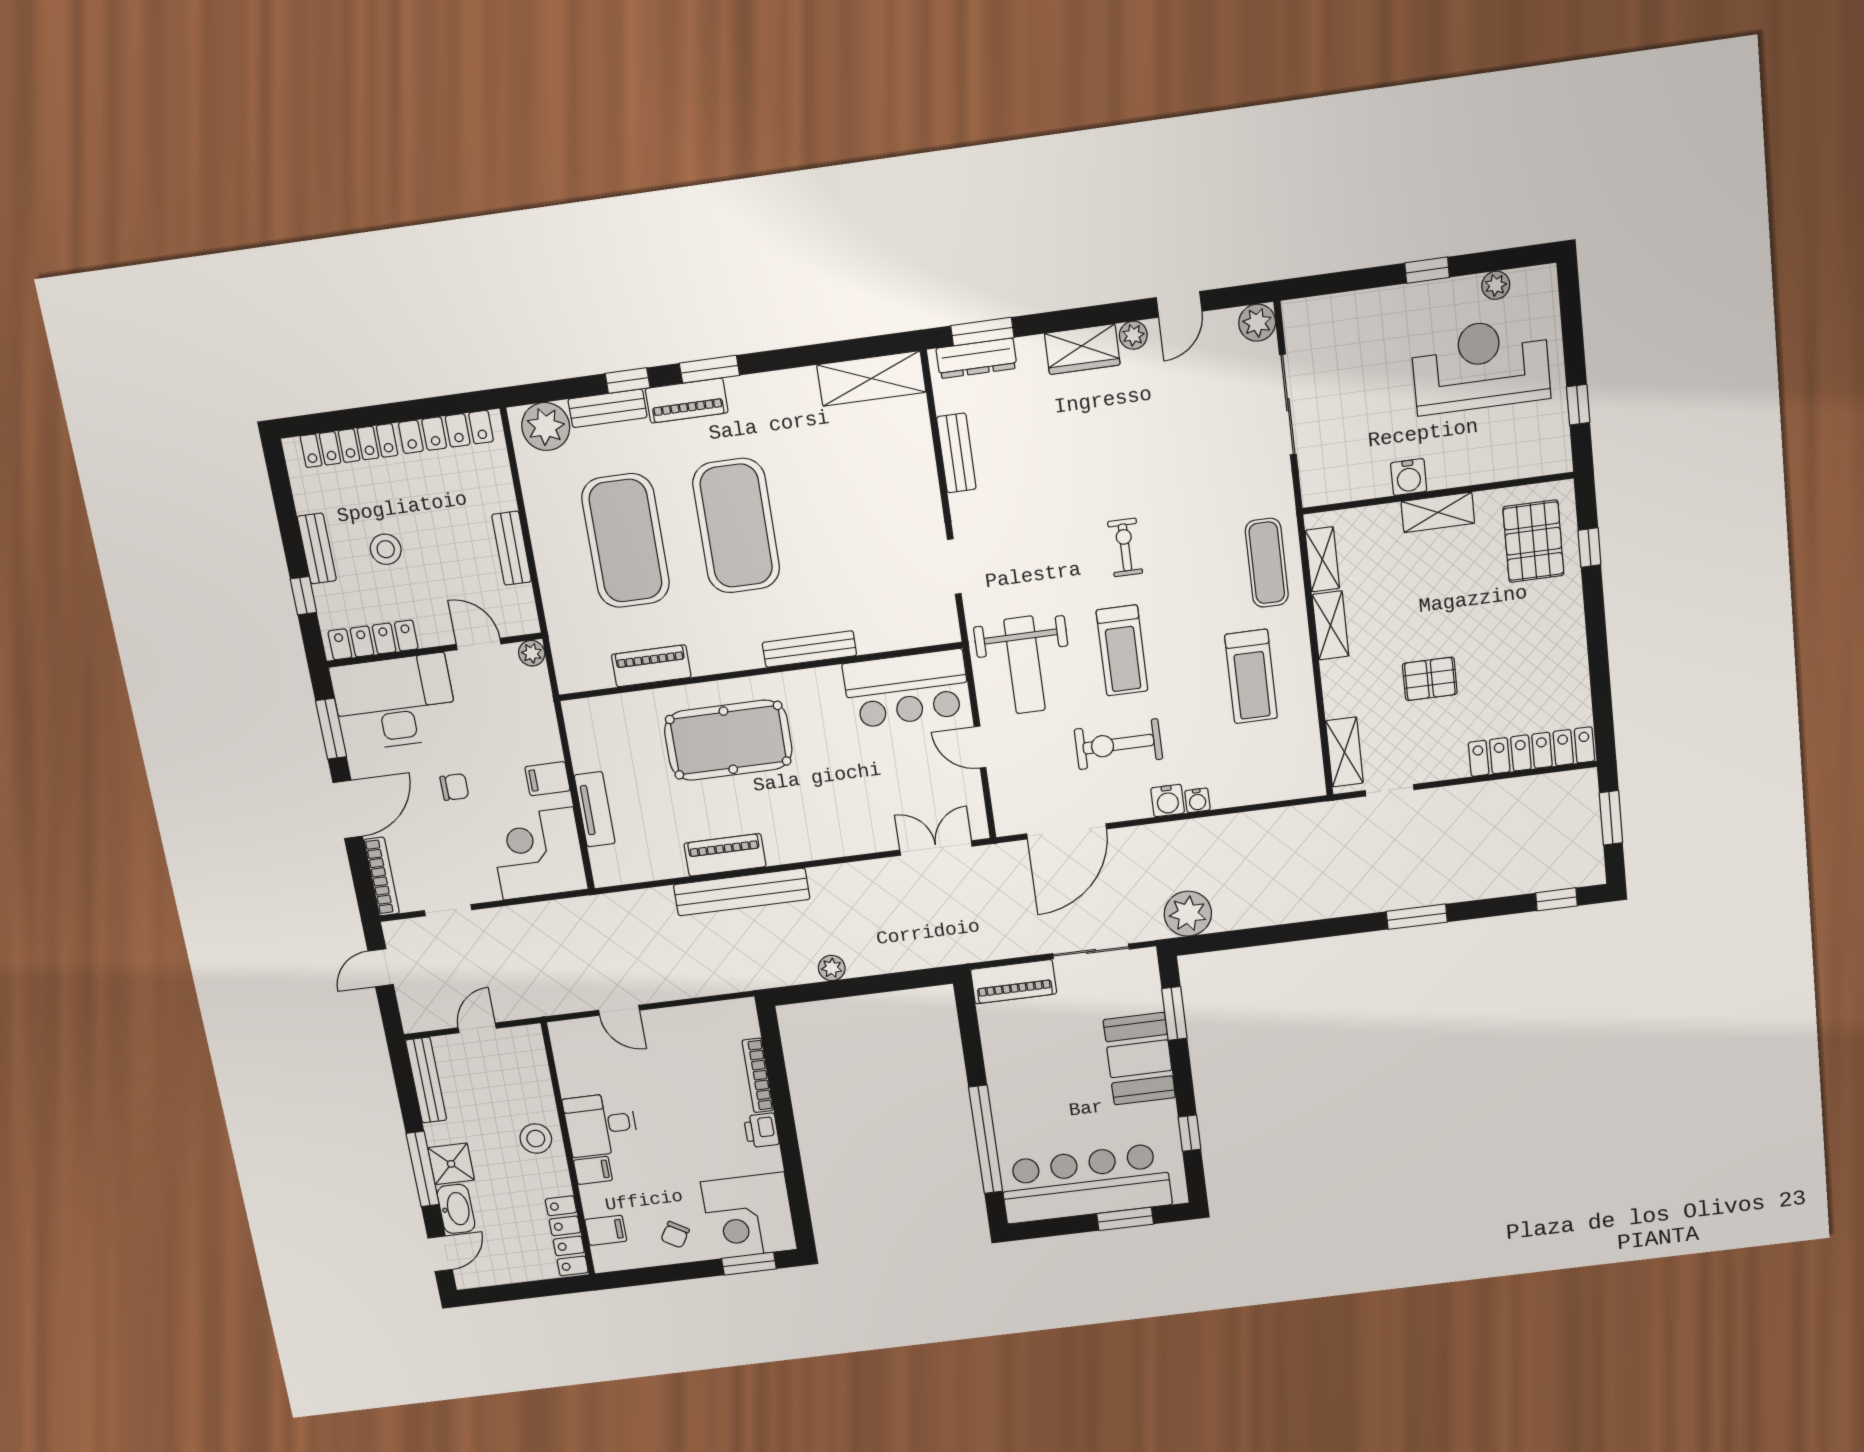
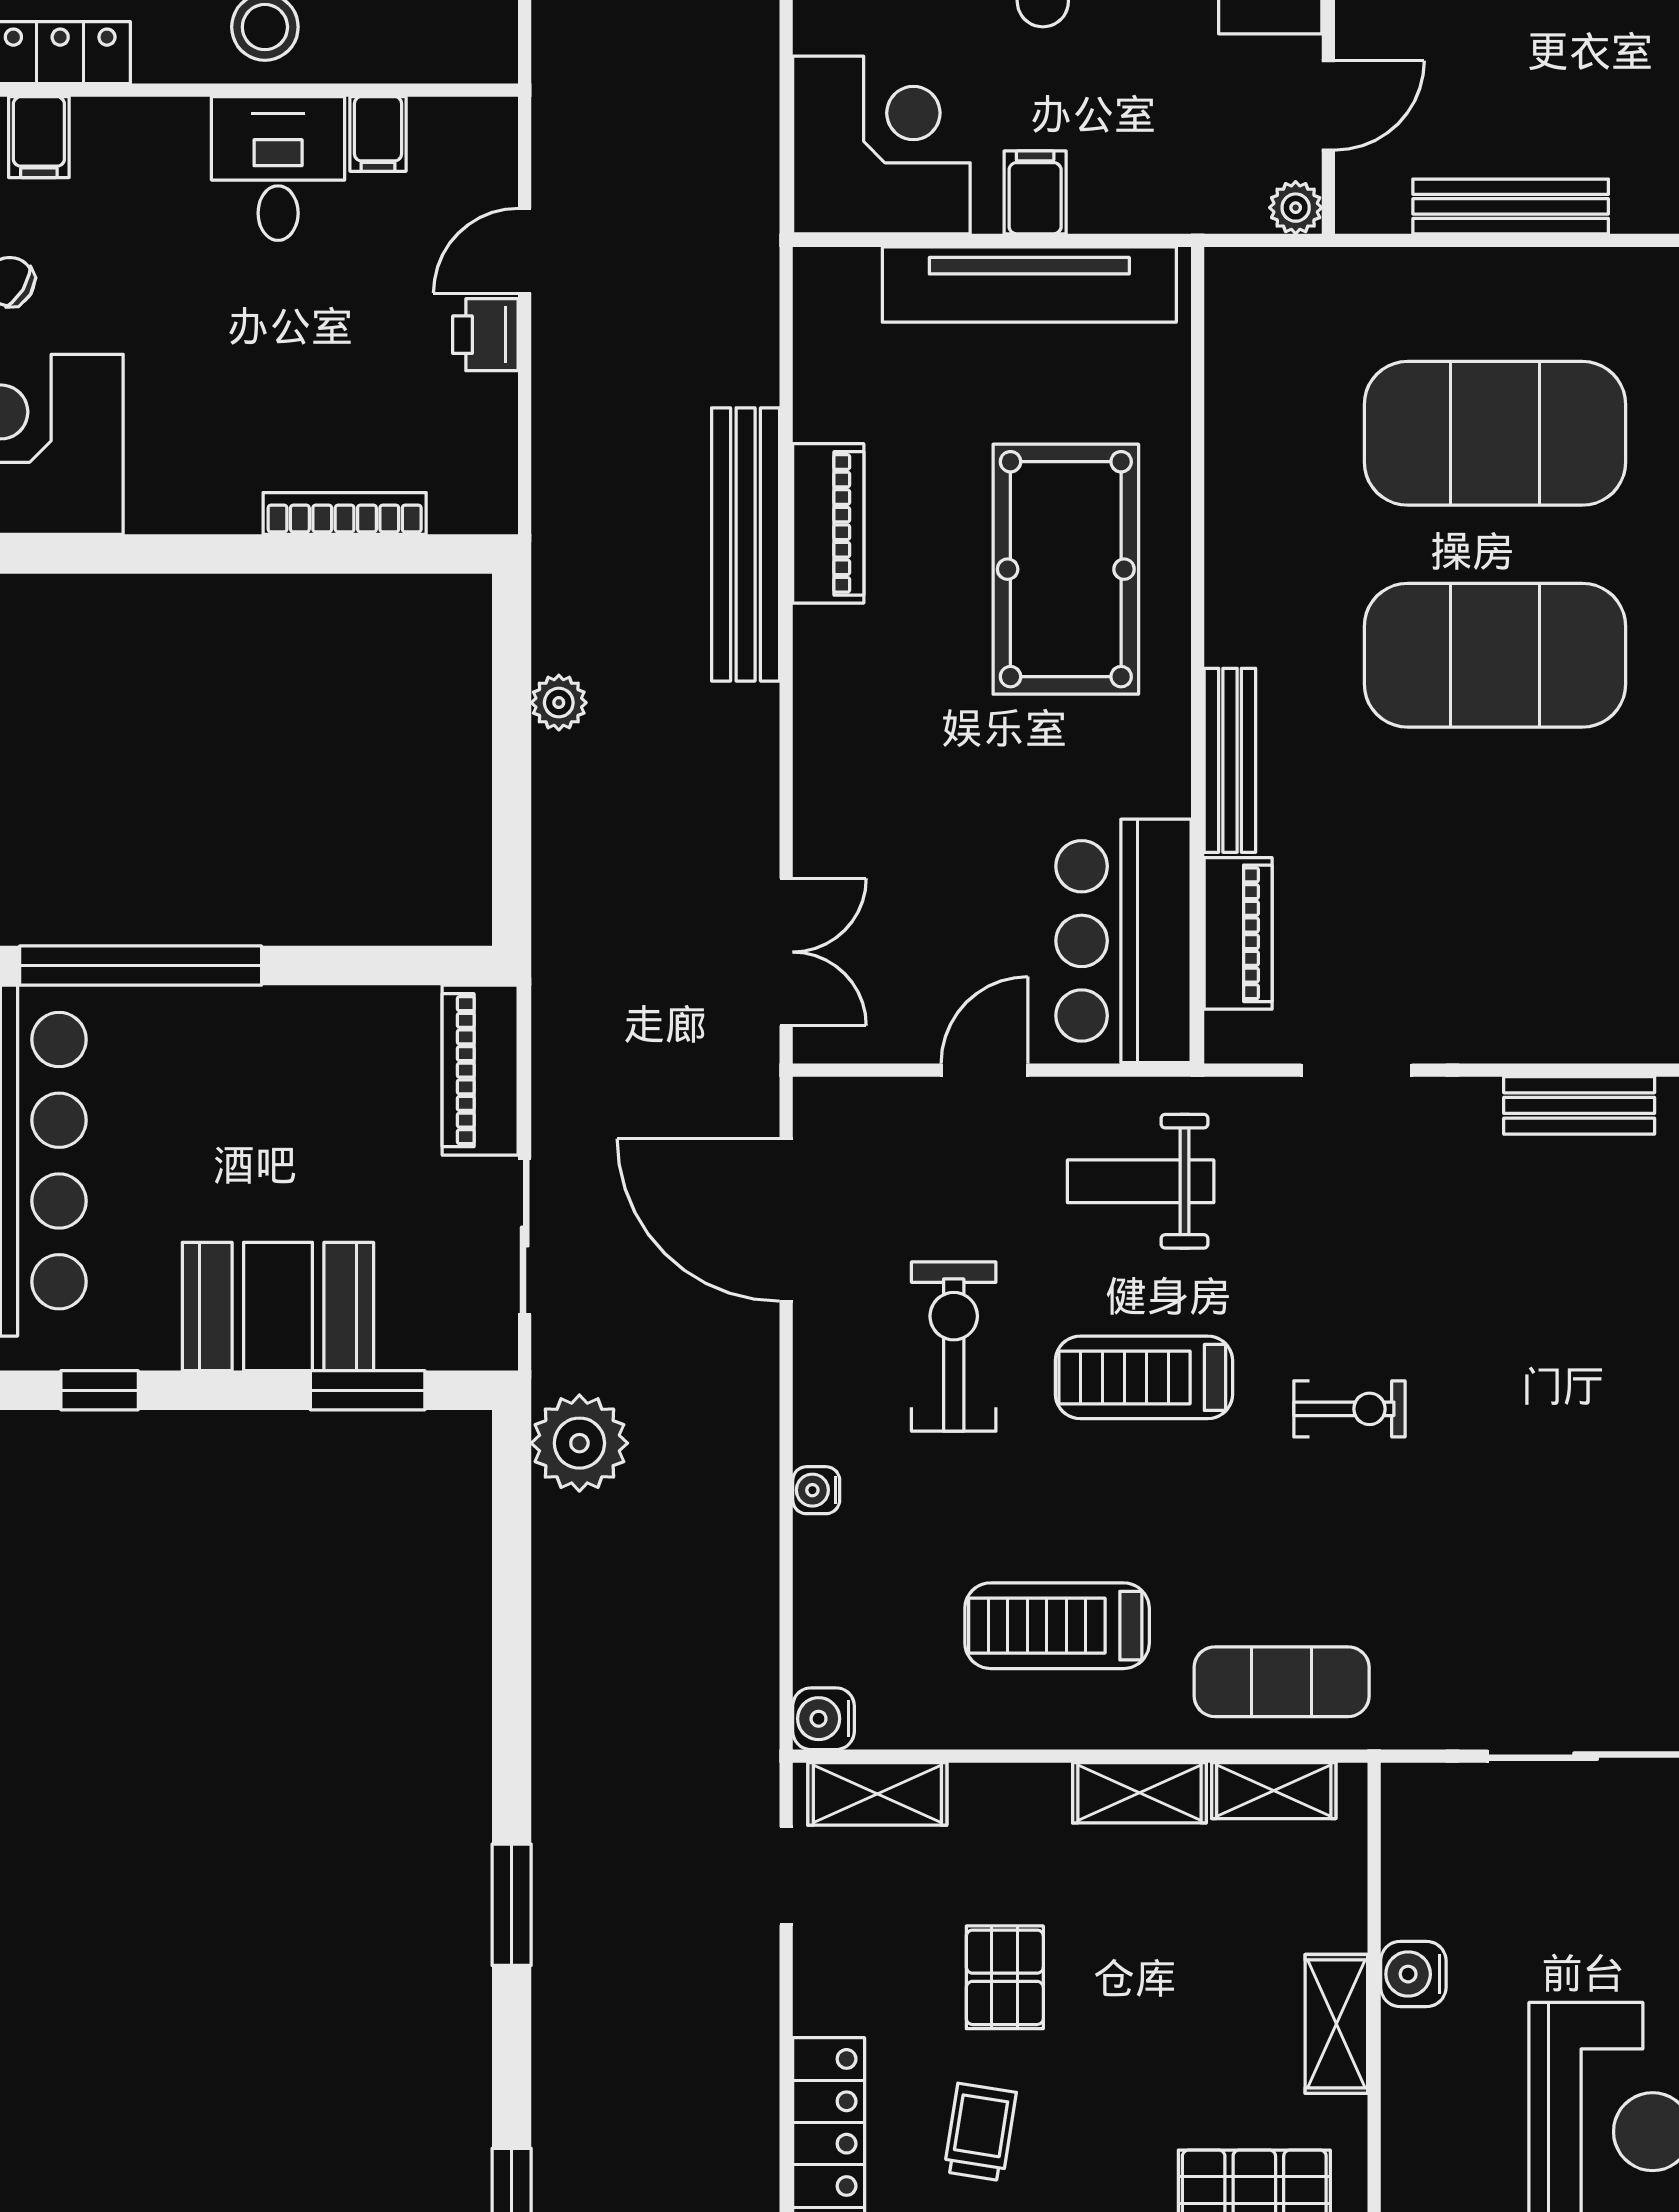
bench: (512, 548) -> (1511, 206), width x1.36
weight bench: (1025, 665) -> (1141, 1181), width x0.73, depth x0.75
piano: (651, 666) -> (1238, 933), moved
trolley: (1509, 681) -> (980, 2132), added
water cooler: (1168, 801) -> (823, 1719), moved
tv unit: (595, 809) -> (1029, 284), width x1.92, depth x1.29
printer: (761, 1130) -> (485, 335), moved, turned -90
filing cabinet: (593, 1170) -> (378, 134), moved

